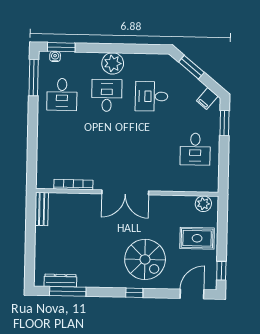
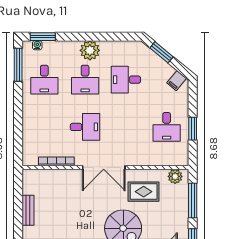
desk: (107, 95) -> (85, 80), turned 180
window: (224, 123) -> (193, 129), moved
desk: (106, 147) -> (85, 127), added
bench: (42, 209) -> (28, 210), moved
window: (222, 230) -> (193, 200), added
rug: (197, 238) -> (144, 192), moved

